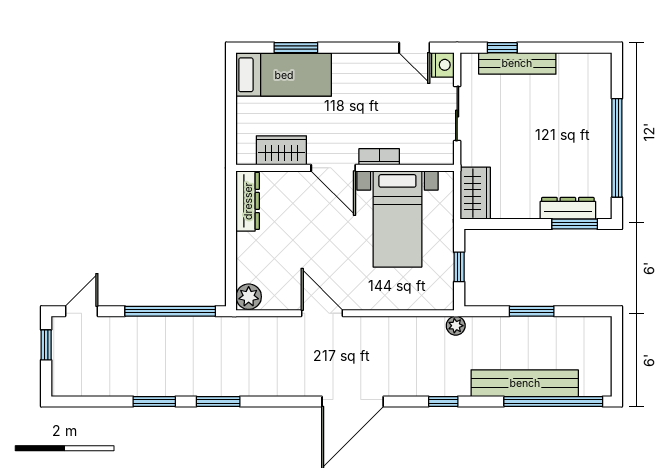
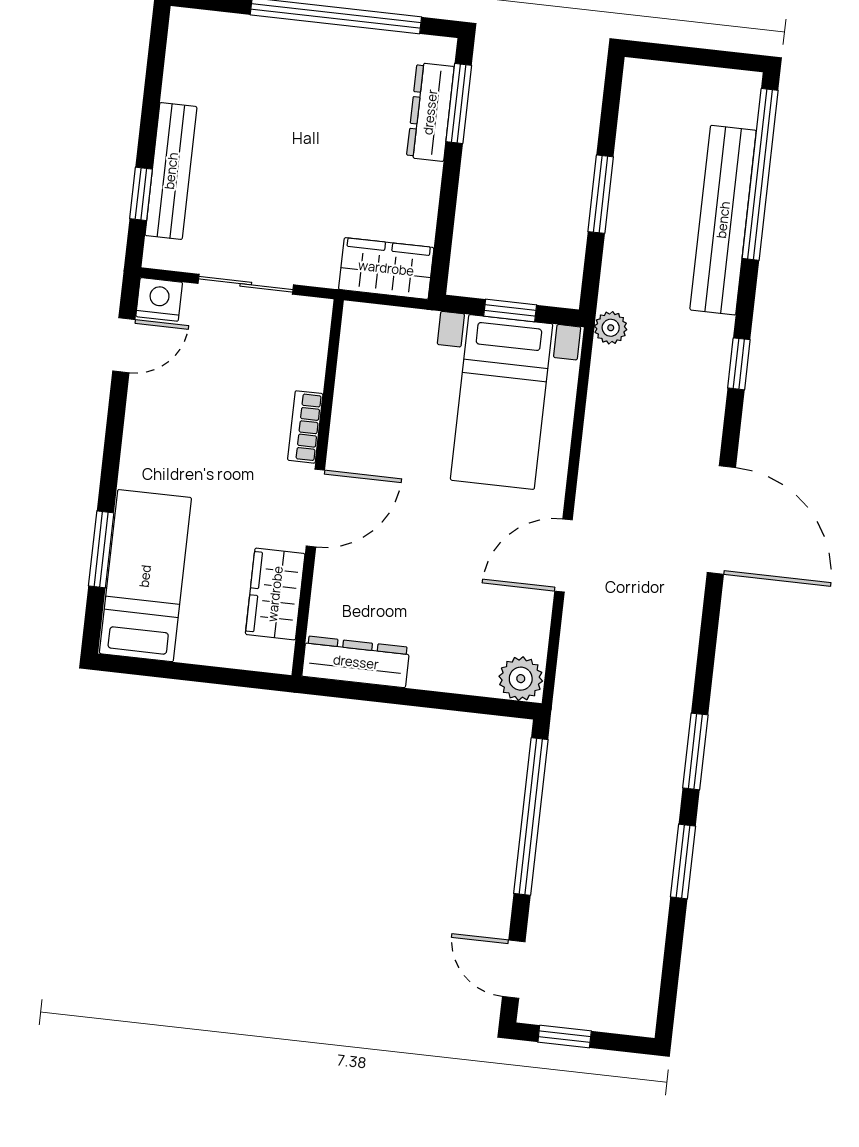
bed with nightstands: (397, 219) -> (502, 402), moved, turned 90

